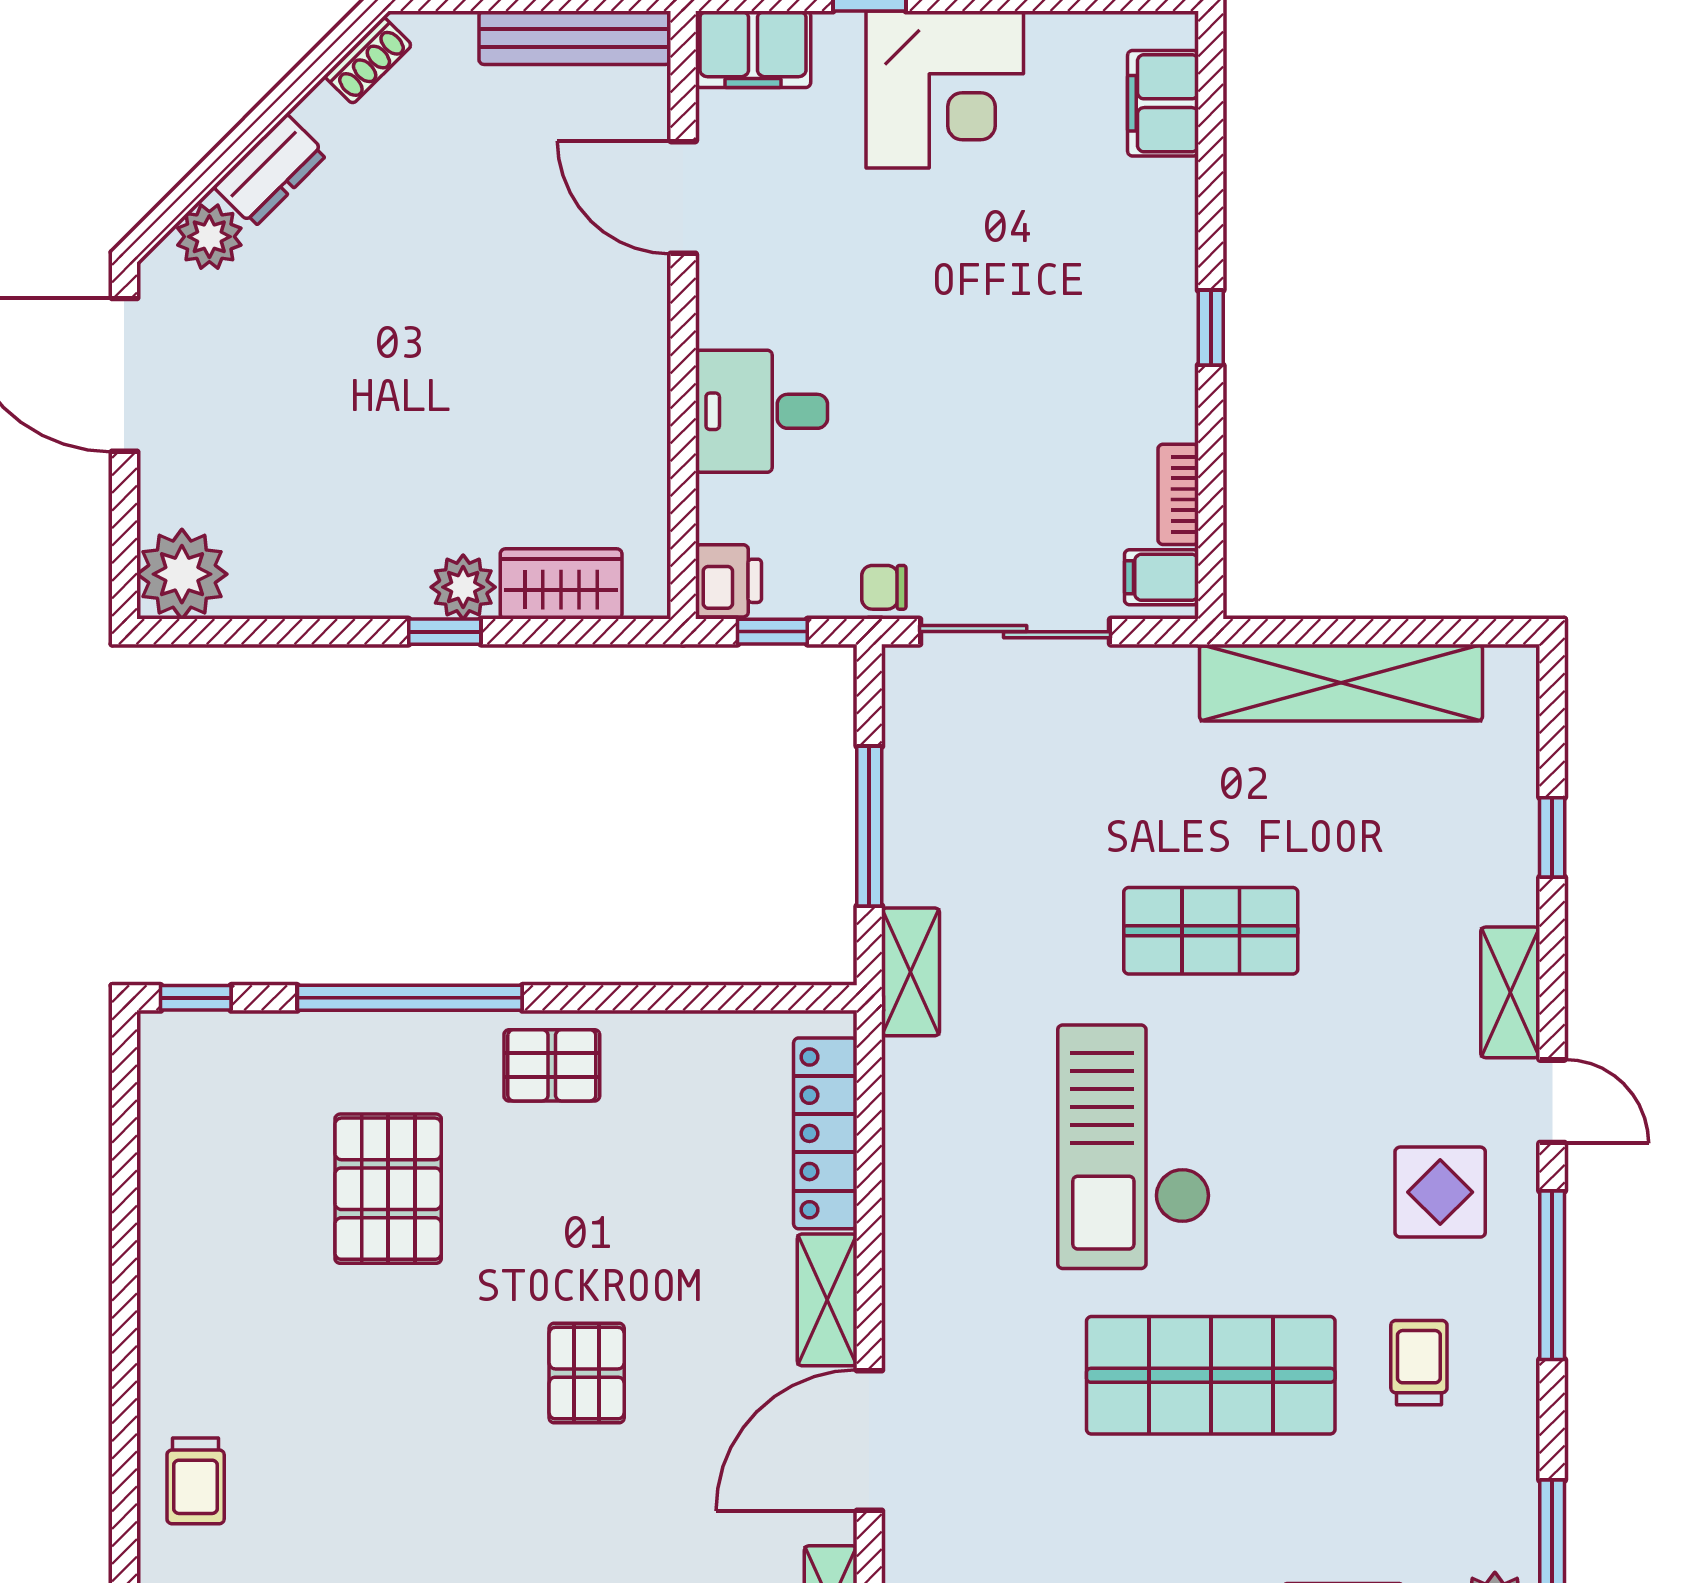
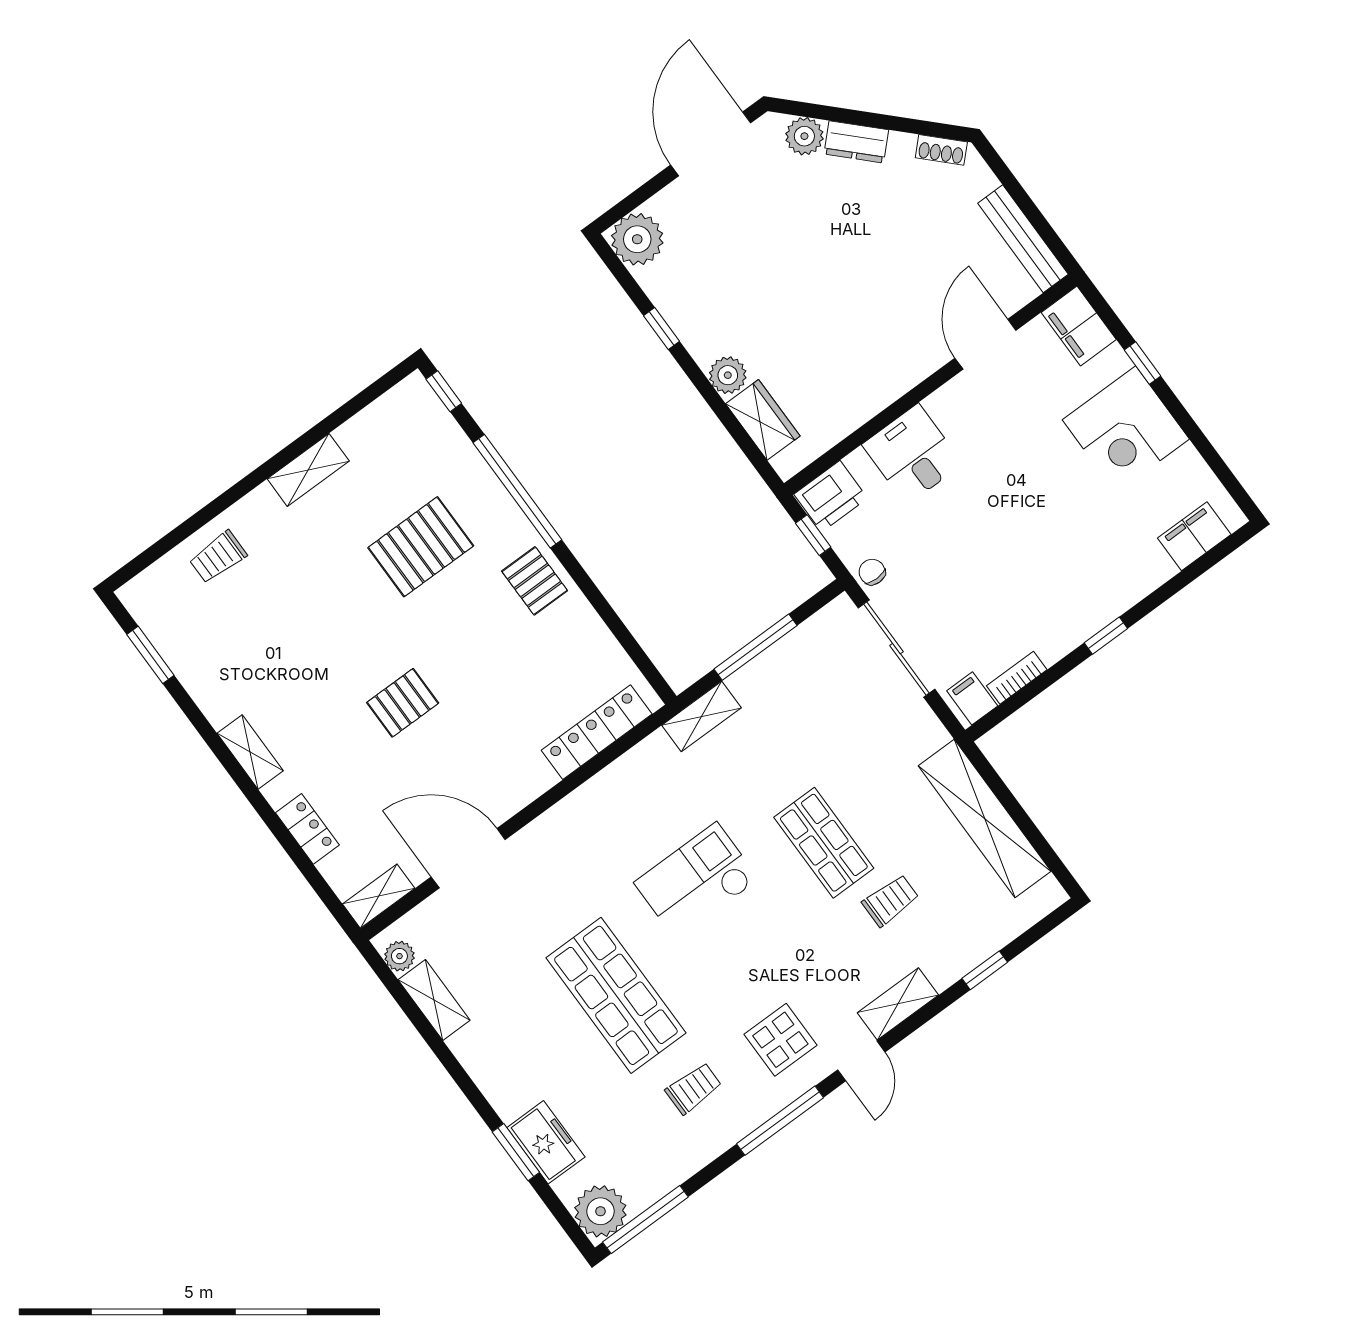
printer: (728, 581) -> (831, 496), width x1.36, depth x1.24
window: (445, 632) -> (661, 329), moved
trolley: (1359, 897) -> (890, 900), added
checkout: (1134, 1147) -> (696, 881), width x0.73, depth x0.83
shelving: (827, 1300) -> (308, 470), moved

